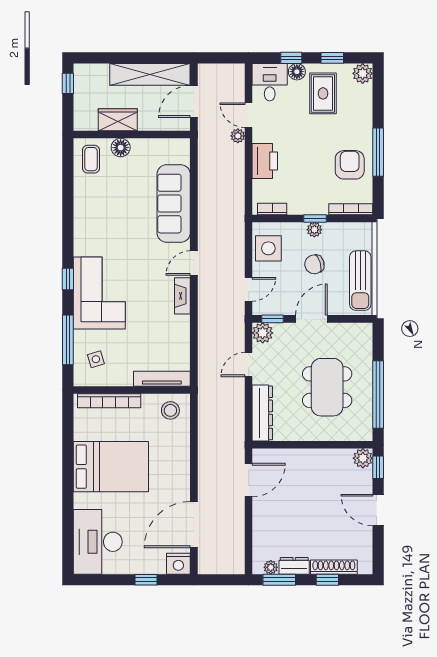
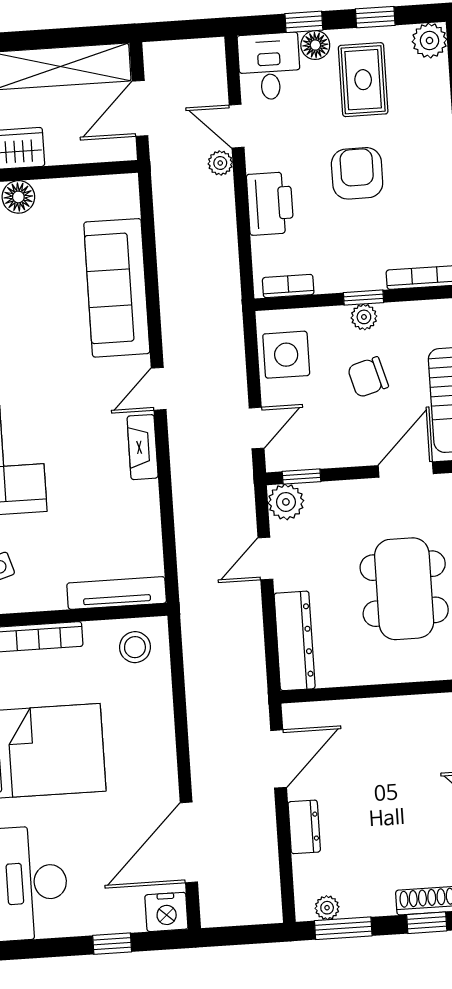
armchair: (350, 165) -> (357, 173), moved
door: (311, 319) -> (406, 470), moved
dresser: (294, 566) -> (304, 827), moved, turned 90

